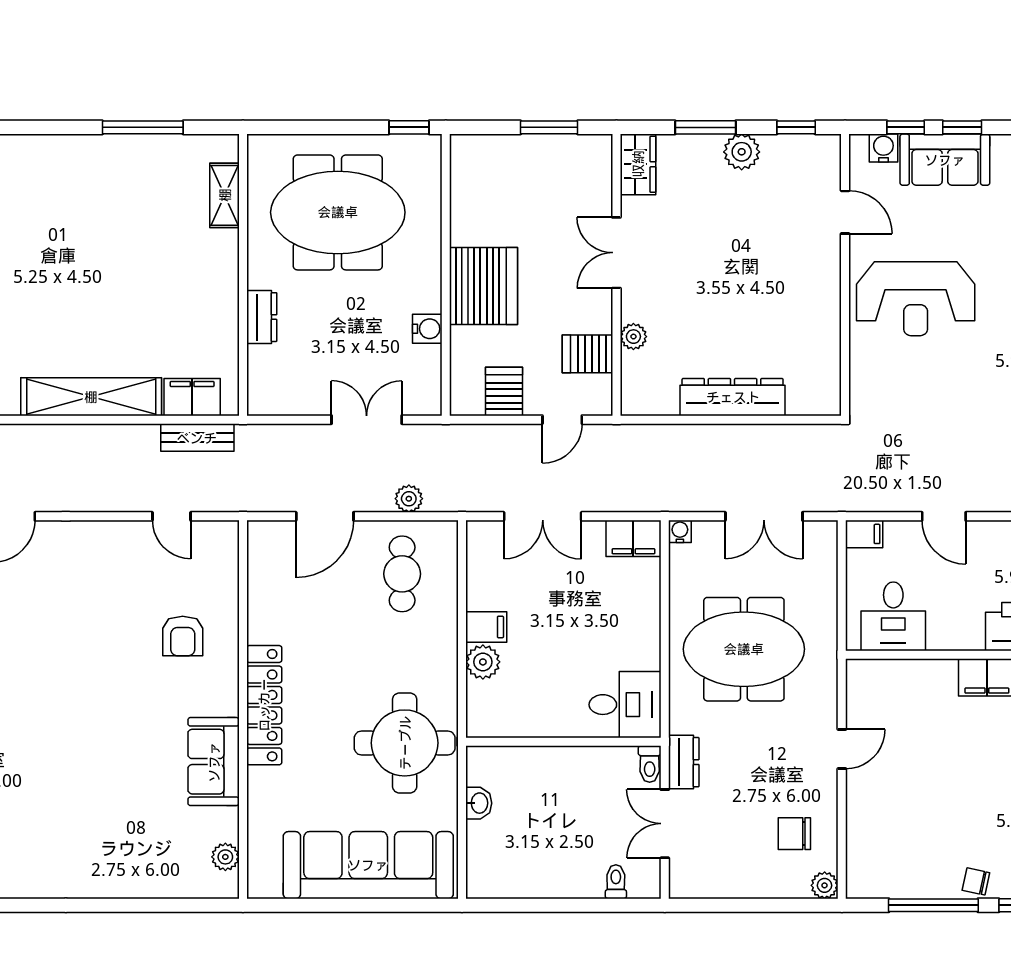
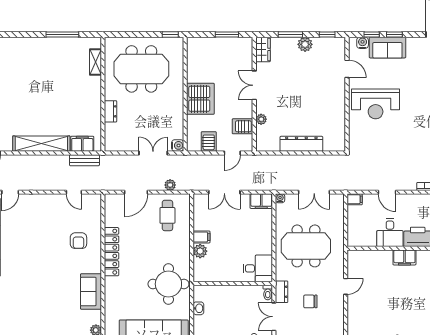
water cooler: (427, 329) -> (178, 145), moved
desk: (893, 616) -> (390, 233), moved
locker: (264, 705) -> (112, 252), moved
chair: (794, 834) -> (310, 301), moved

